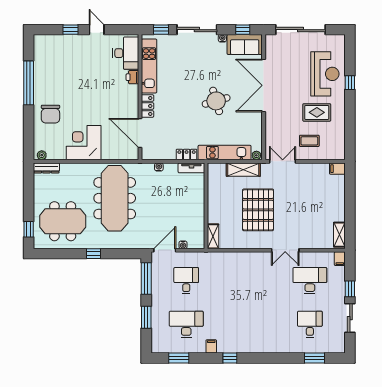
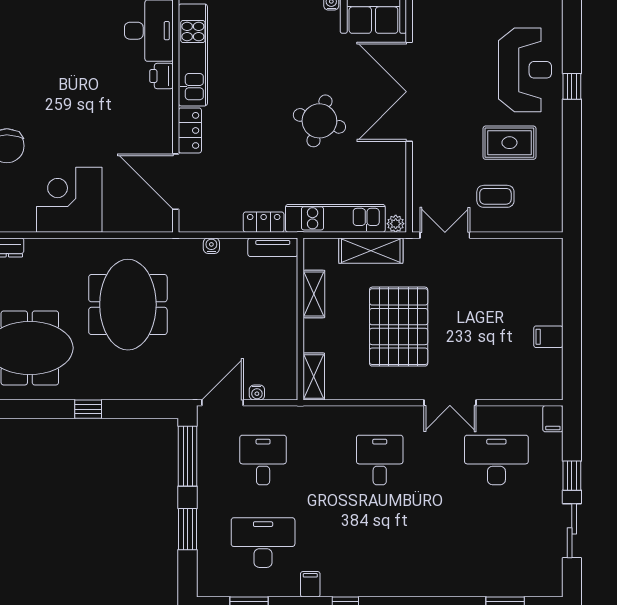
round table: (216, 101) -> (319, 121), turned 33
filing cabinet: (337, 169) -> (548, 337), moved
meeting table: (115, 198) -> (128, 305), width x0.73
shelving: (339, 235) -> (314, 294), moved
desk: (310, 324) -> (380, 460), moved

